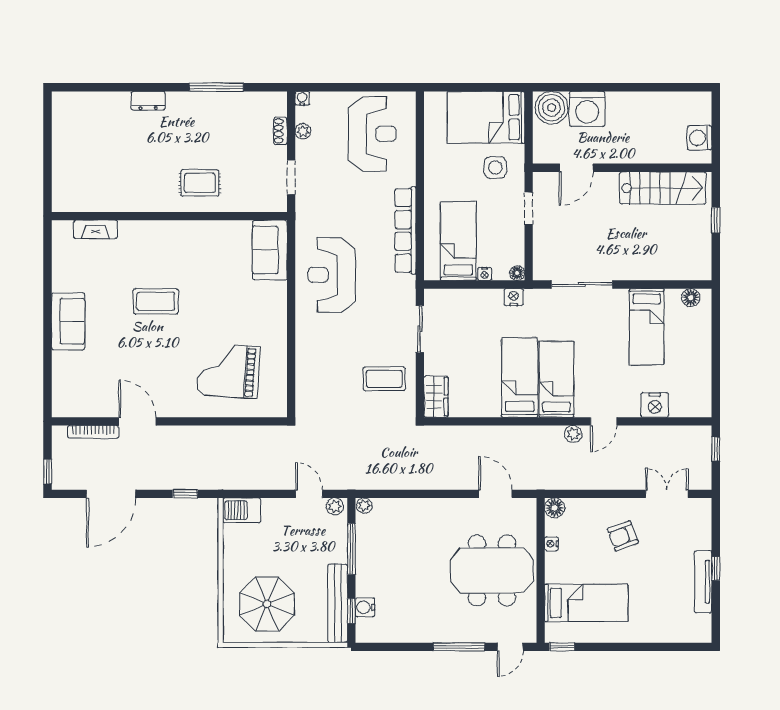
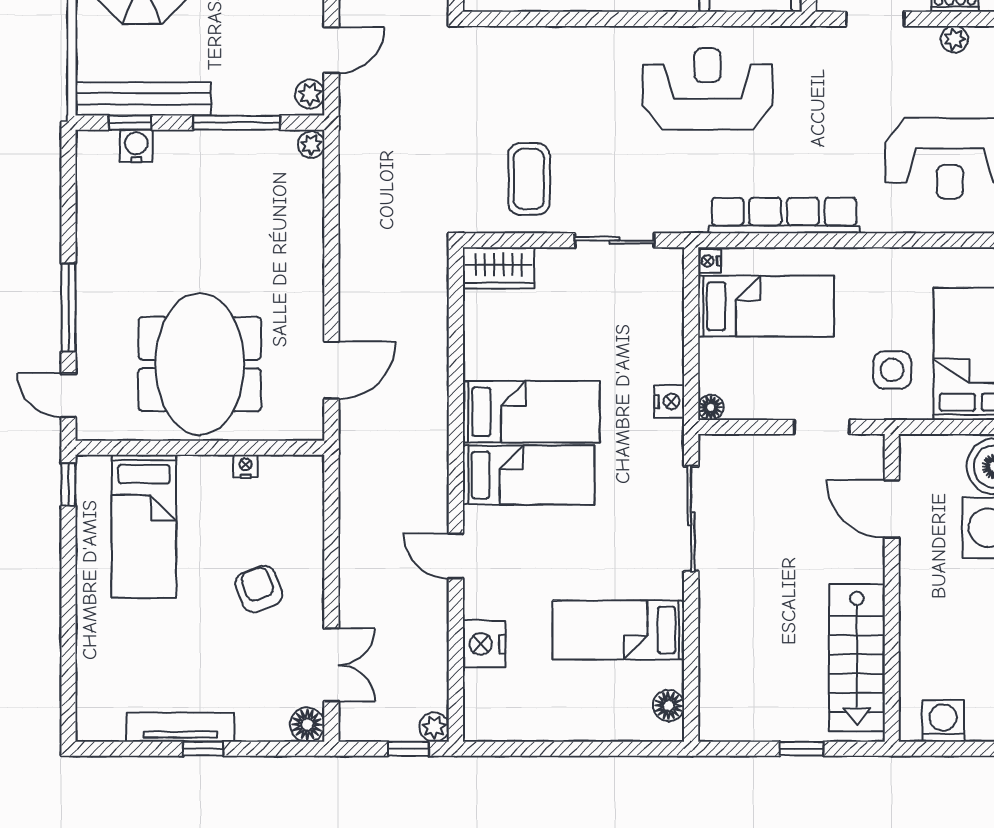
nightstand: (485, 274) -> (709, 261), moved
plant: (573, 434) -> (434, 727), moved
floor lamp: (555, 508) -> (307, 725), moved

